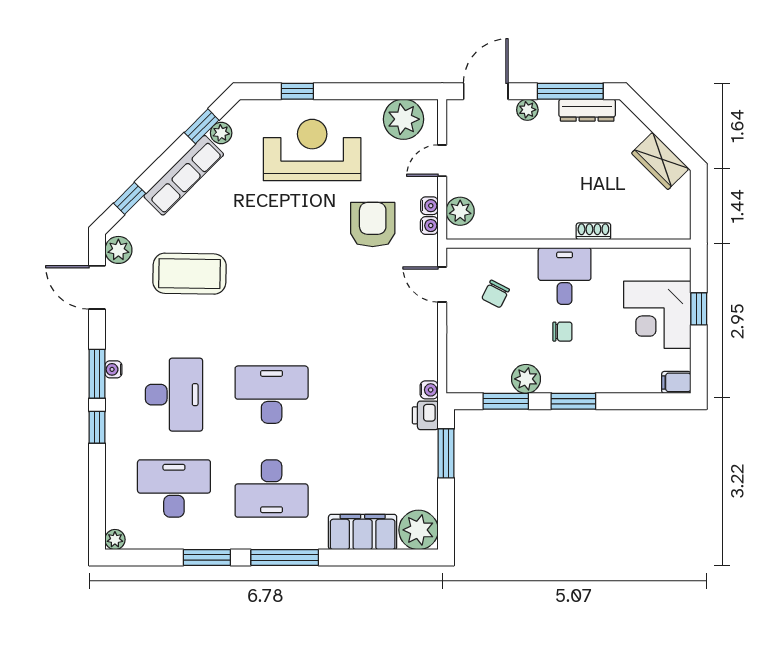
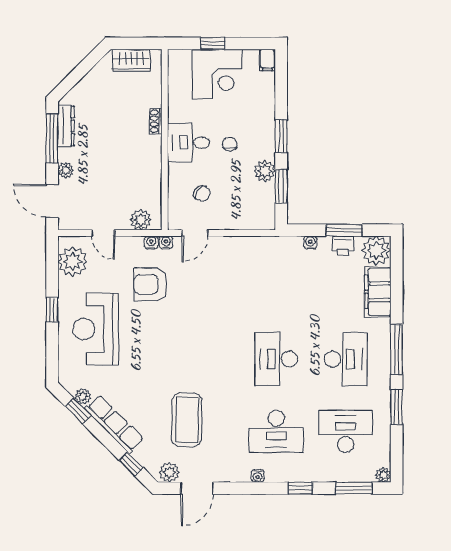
window: (297, 91) -> (52, 310), moved
wardrobe: (660, 161) -> (131, 60), moved, turned 45
water cooler: (429, 206) -> (166, 242), moved
window: (97, 374) -> (354, 488), moved
water cooler: (429, 390) -> (310, 243), moved
desk: (174, 395) -> (276, 431), turned 180
printer: (425, 415) -> (343, 246), moved
window: (446, 453) -> (344, 230), moved
desk: (174, 488) -> (346, 431), turned 90

